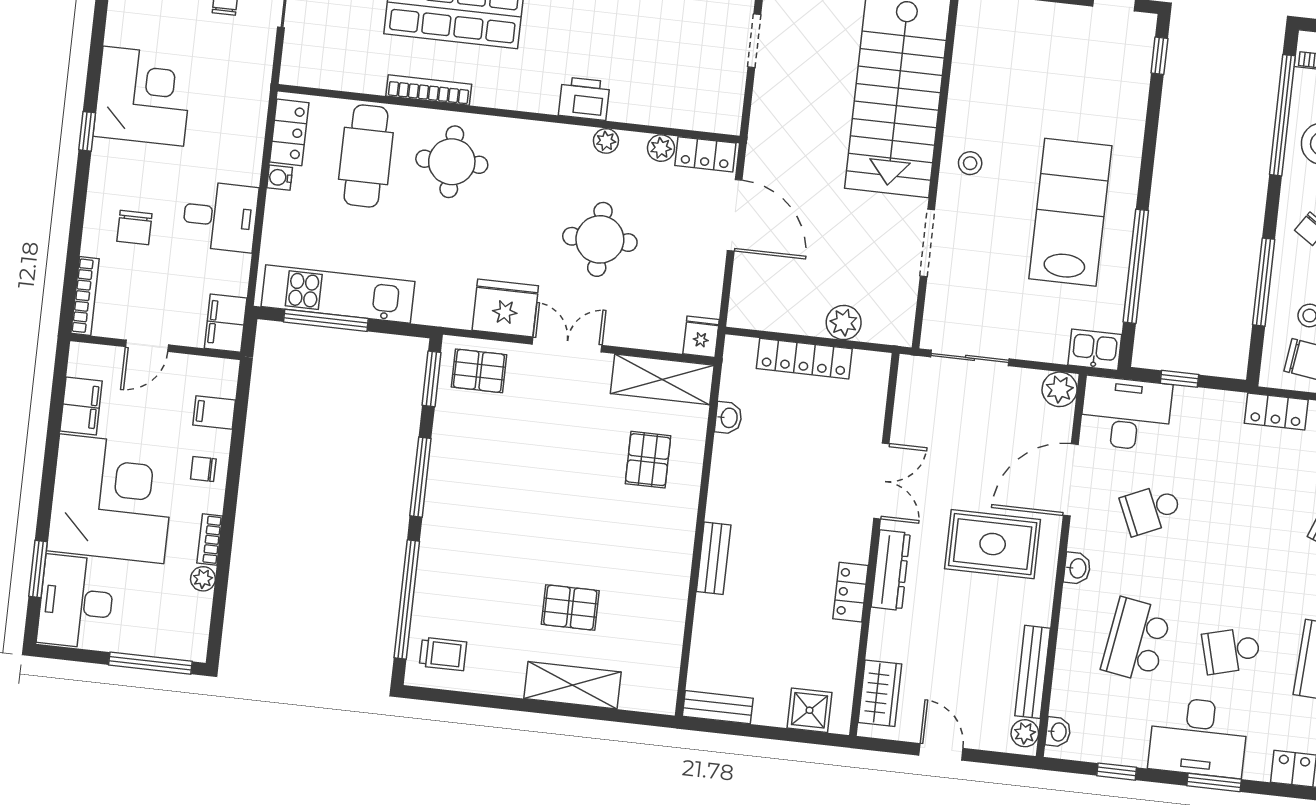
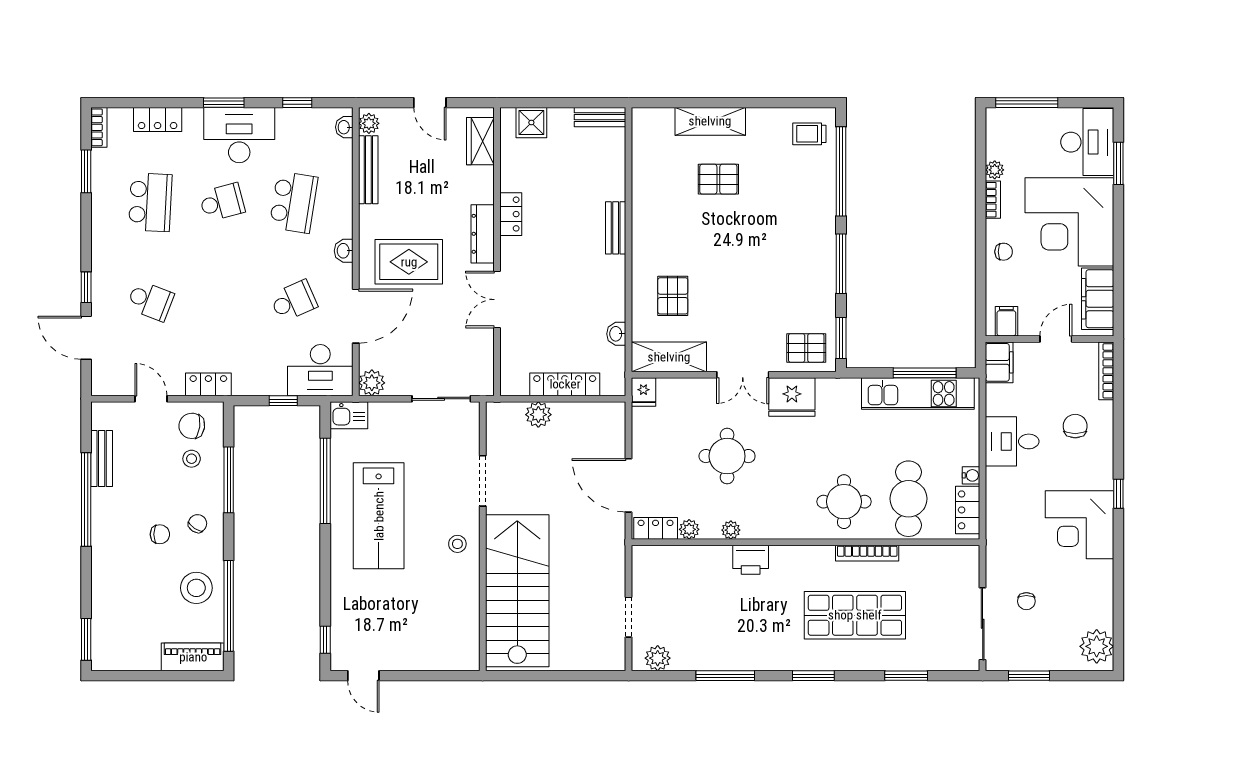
filing cabinet: (81, 406) -> (1098, 299), width x1.50, depth x1.17
filing cabinet: (214, 413) -> (1006, 321), moved, turned -90

